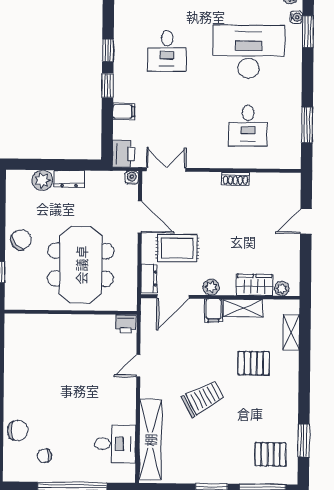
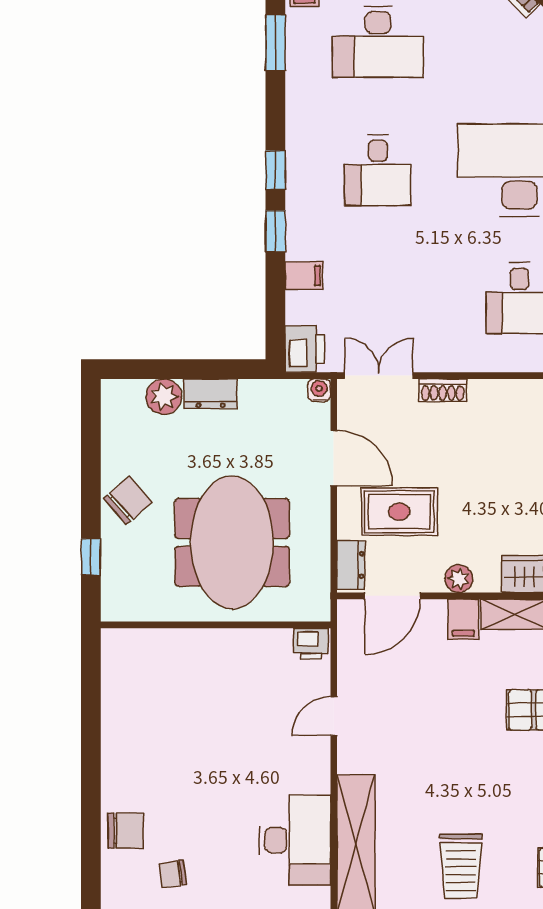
shoe rack: (235, 179) -> (443, 390), moved
trolley: (203, 398) -> (461, 866), moved, turned 119
desk: (115, 444) -> (295, 840), width x1.37

